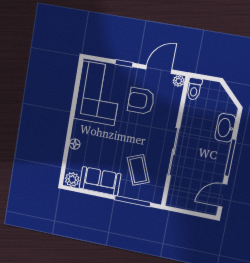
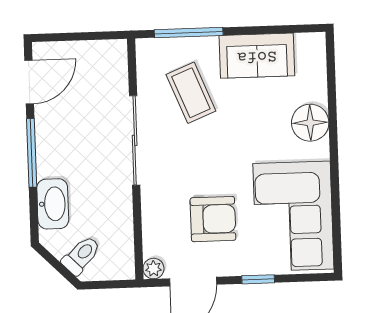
toilet: (194, 89) -> (81, 255), moved, turned 45
floor lamp: (75, 144) -> (310, 123), width x1.89, depth x1.89
plant: (72, 179) -> (310, 46), removed

